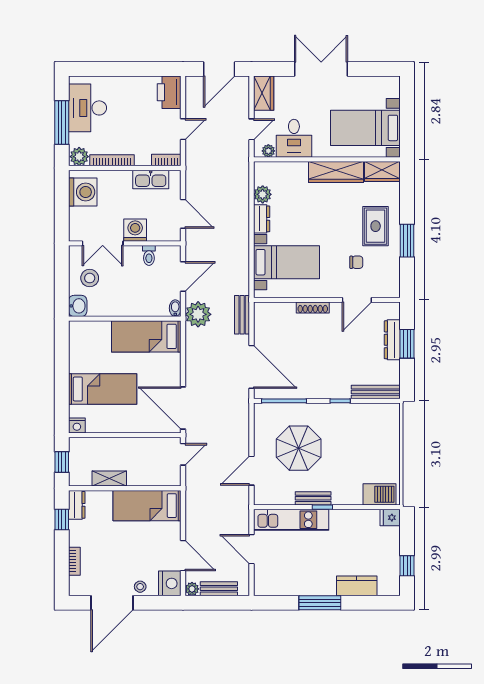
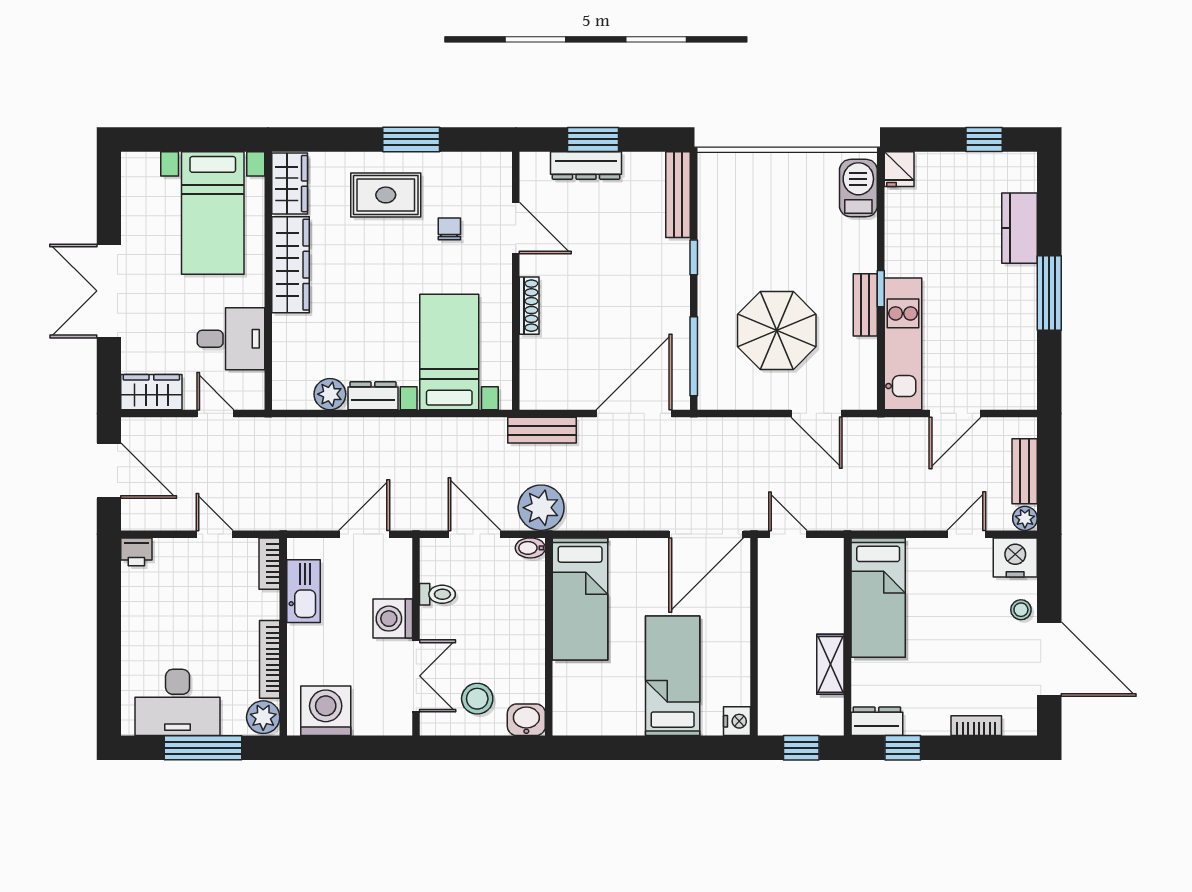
printer: (169, 92) -> (136, 552), width x0.53, depth x0.68
plant: (268, 151) -> (253, 384), removed
door: (183, 556) -> (966, 534), width x0.73

